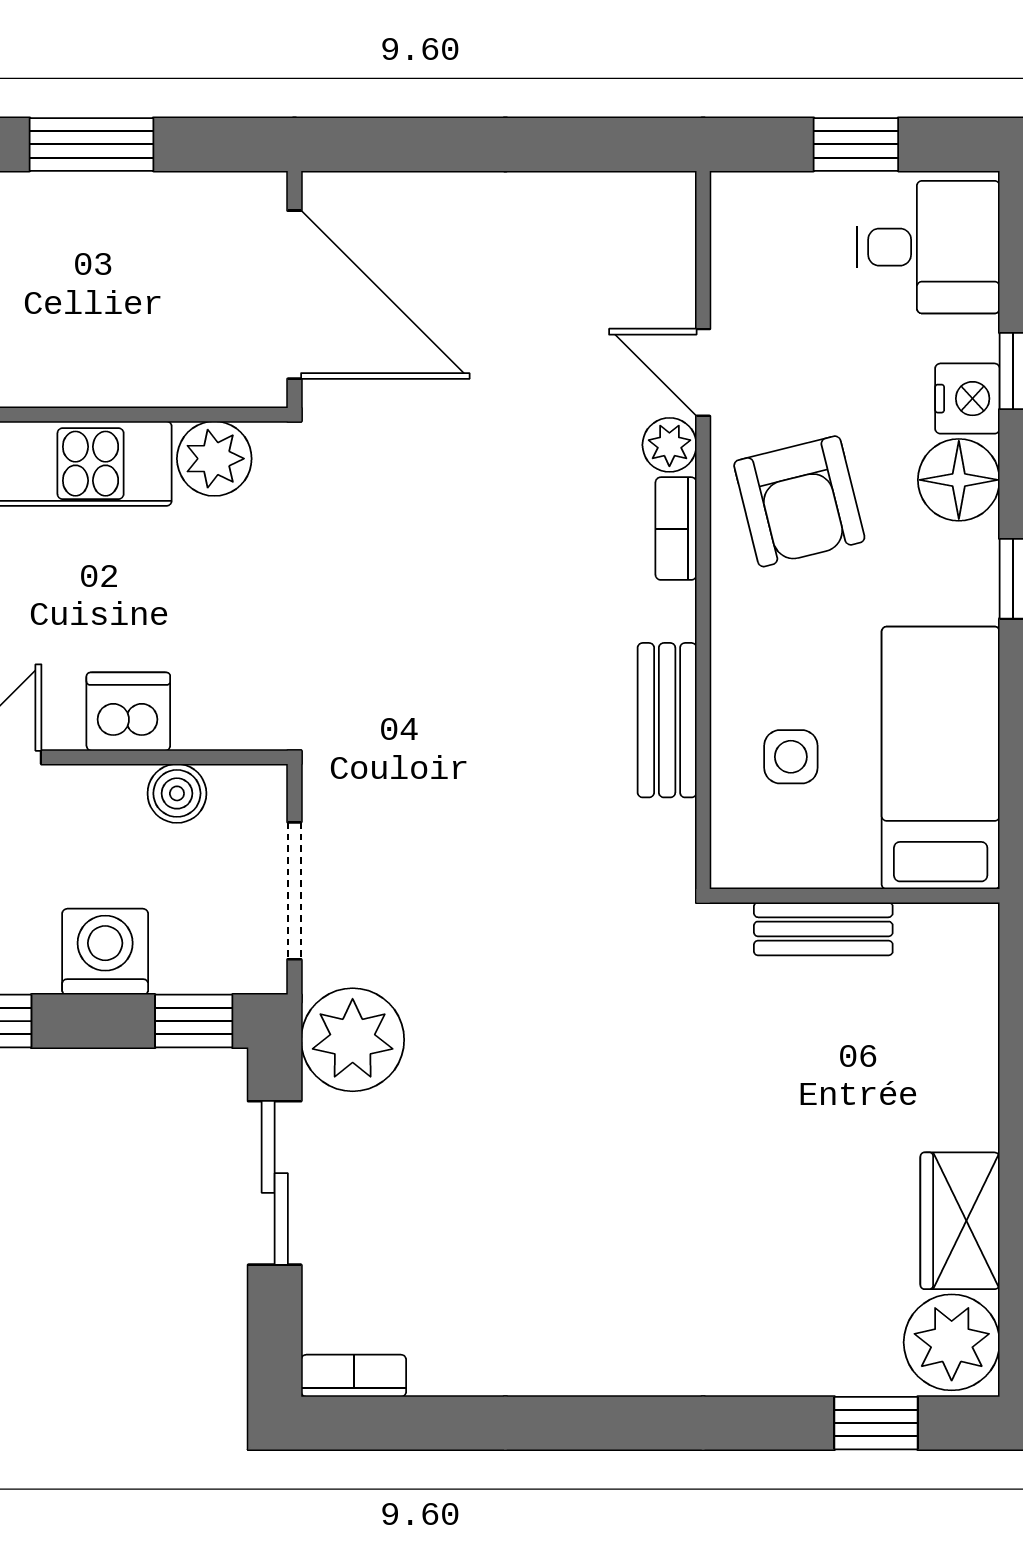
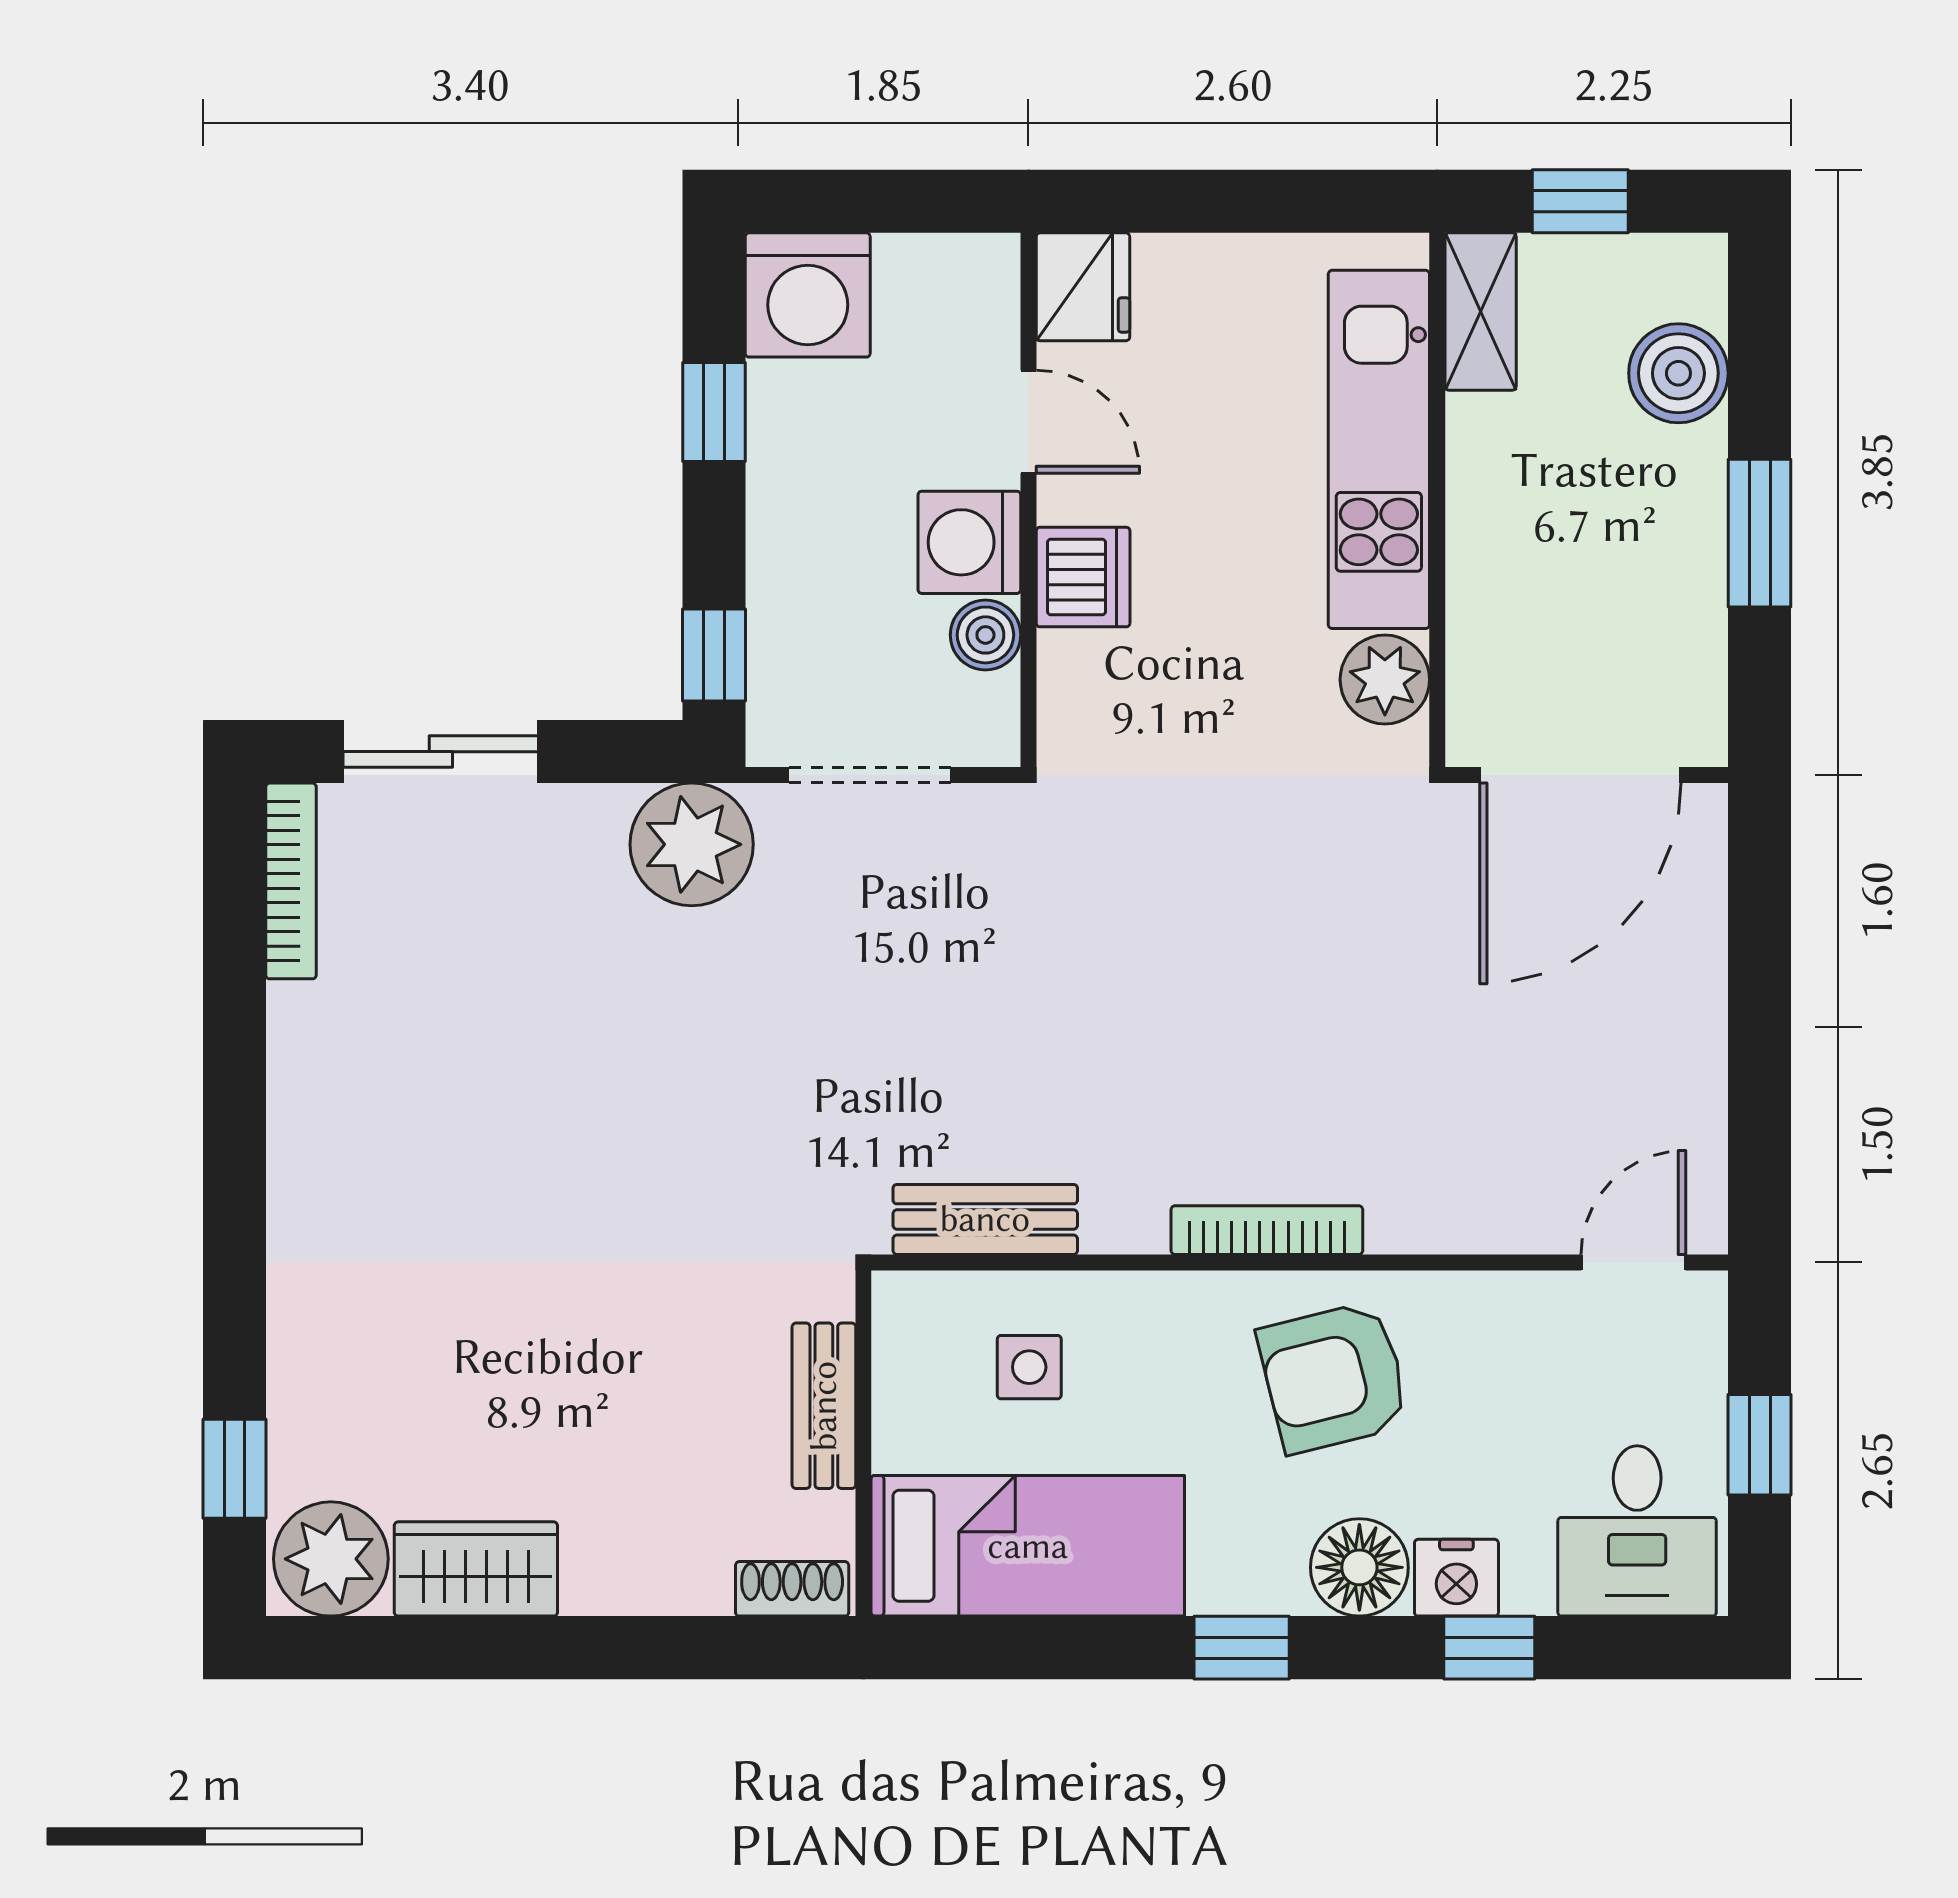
door: (703, 372) -> (1633, 1262), moved
plant: (669, 445) -> (1401, 1222), removed
bookcase: (676, 529) -> (1267, 1230), width x1.56
bench: (667, 720) -> (985, 1219), moved
washing machine: (105, 952) -> (969, 542), moved, turned 180
shoe rack: (977, 956) -> (792, 1589), added
sliding door: (275, 1183) -> (441, 752), moved
bookcase: (354, 1376) -> (291, 881), width x1.56

